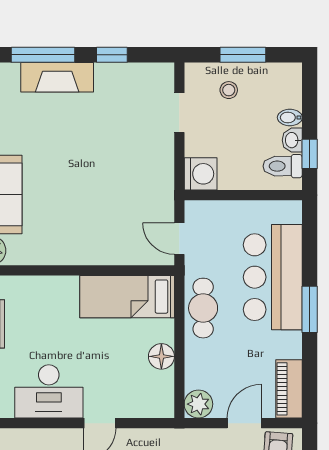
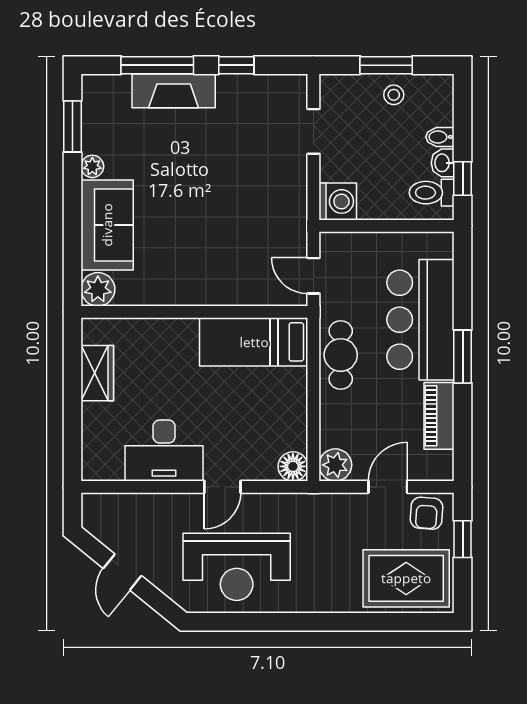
stool: (229, 90) -> (394, 95), moved
floor lamp: (161, 356) -> (293, 466), moved
piano: (289, 389) -> (439, 416), moved

